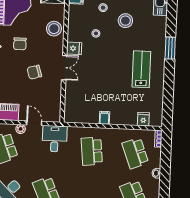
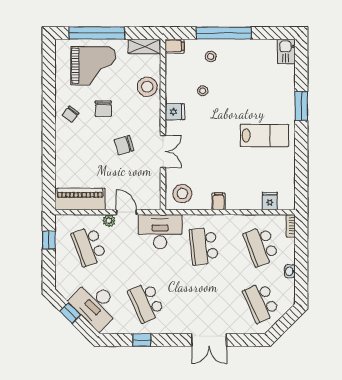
stool: (125, 21) -> (182, 194), moved
double door: (64, 68) -> (163, 151), moved
lab bench: (141, 69) -> (265, 135), turned 90
desk: (55, 139) -> (160, 232), width x1.37

